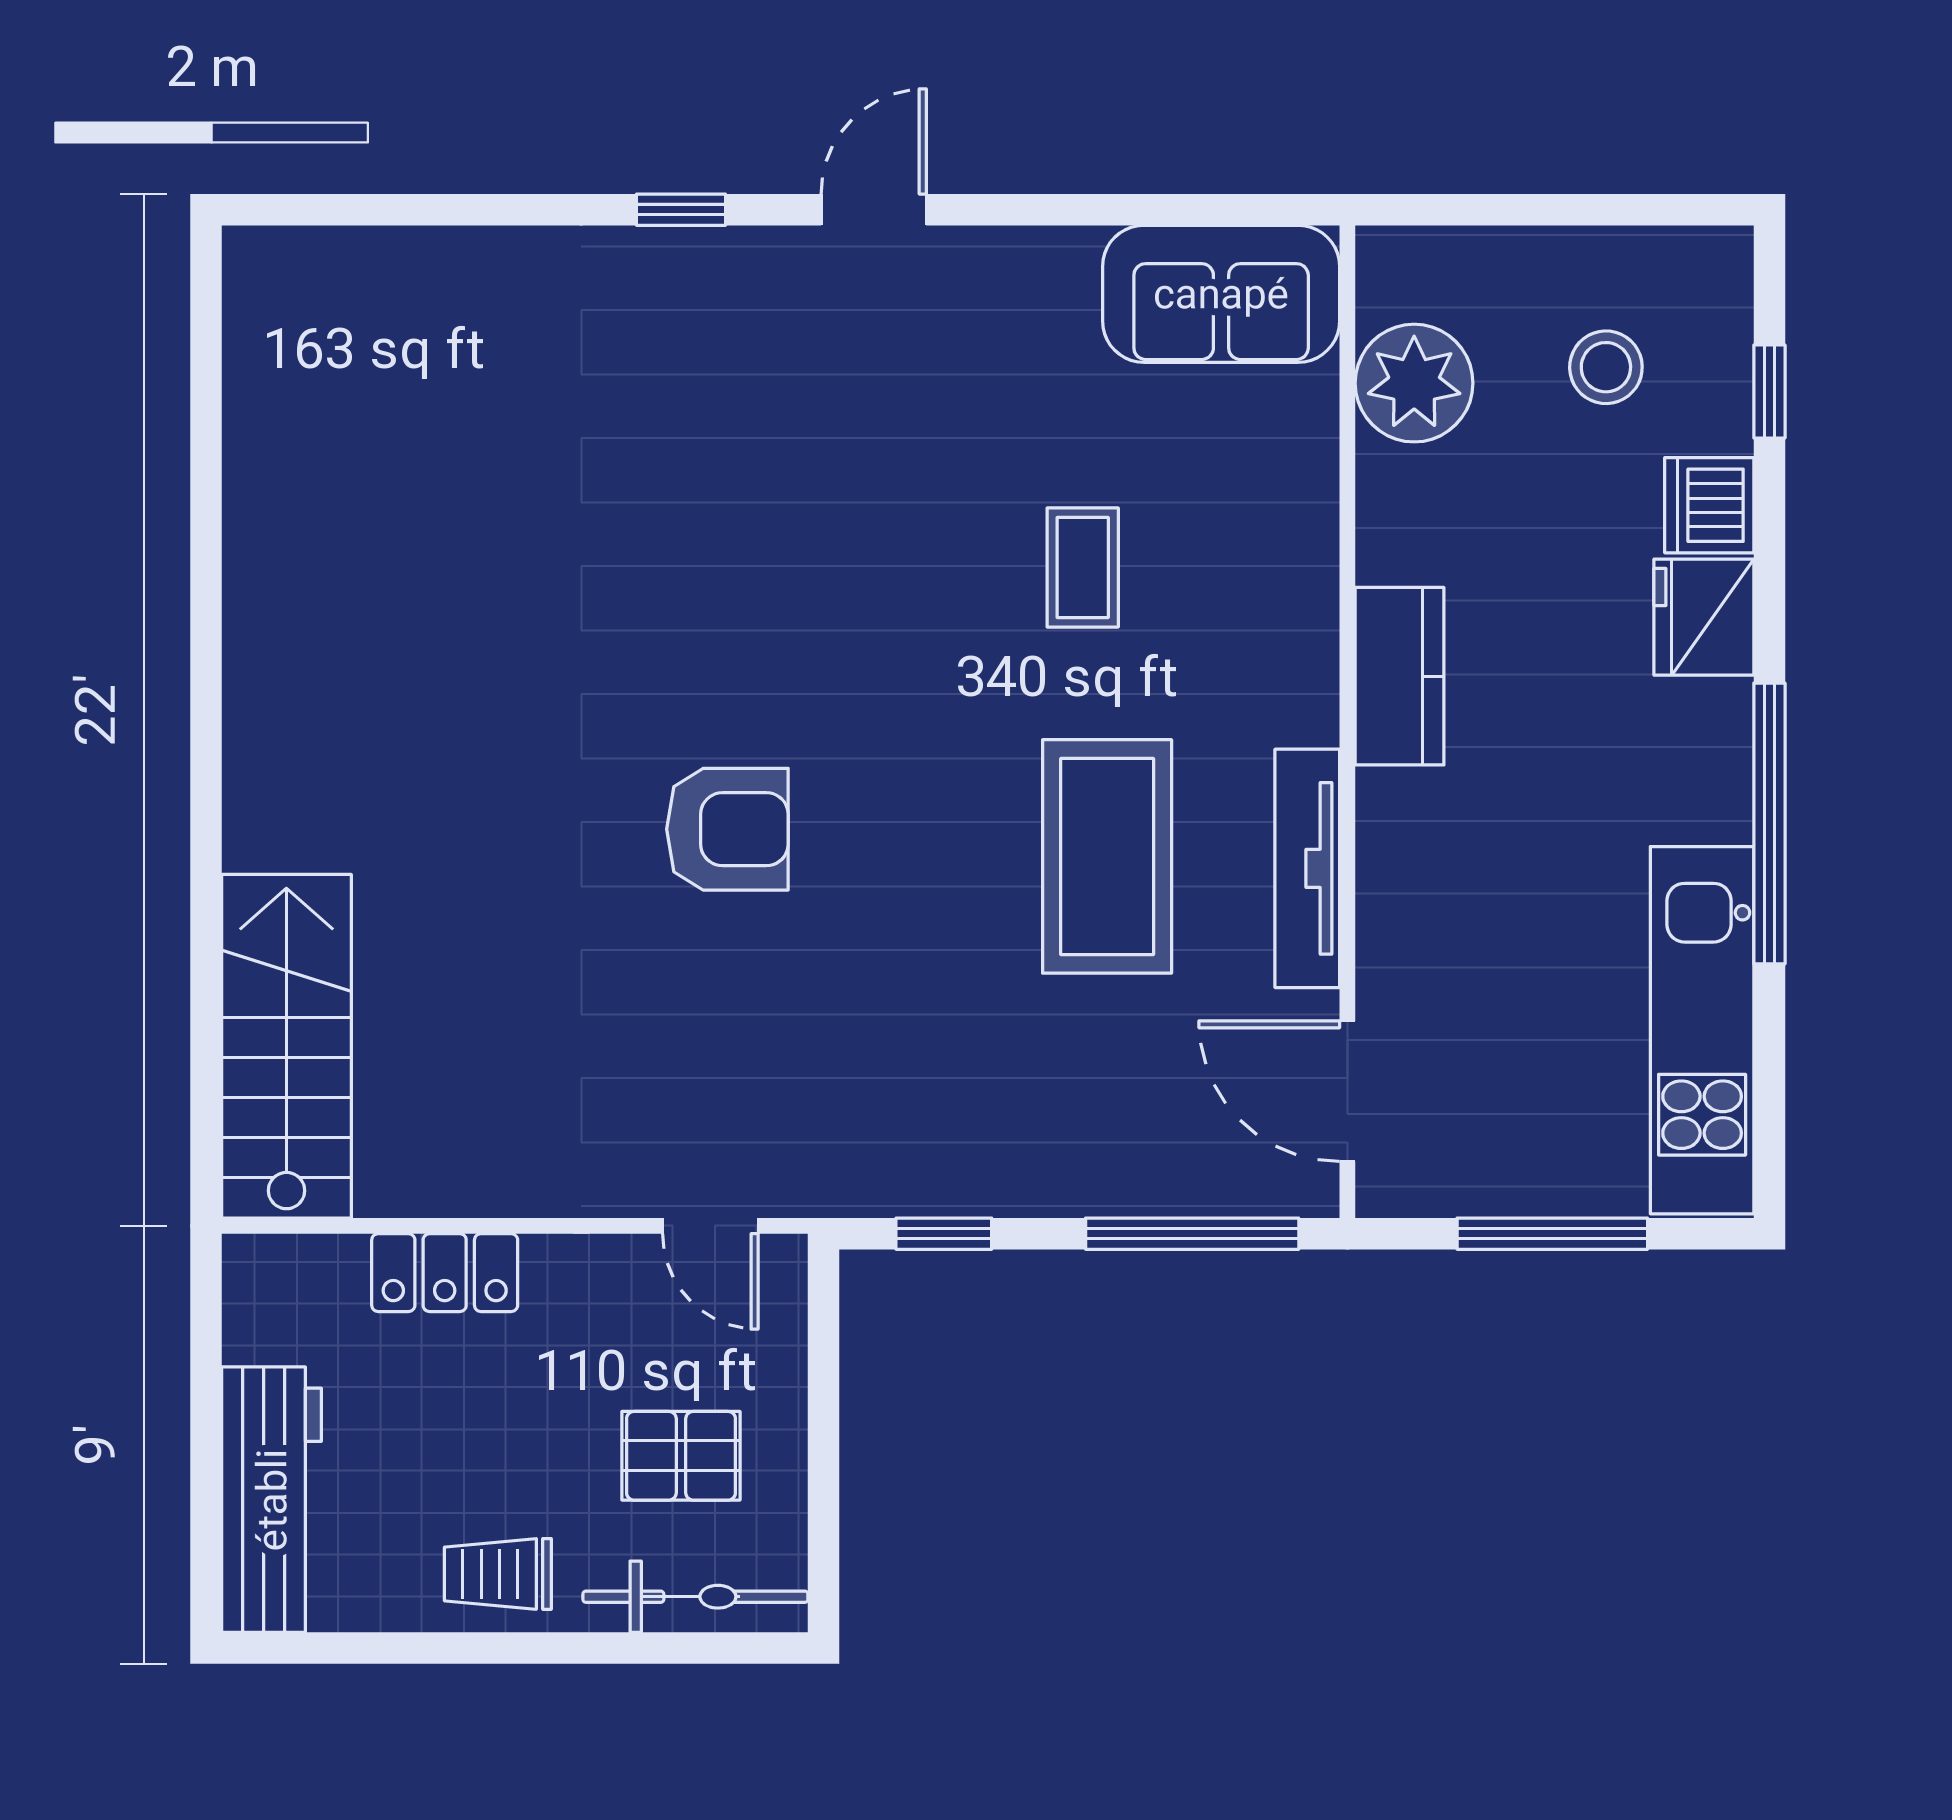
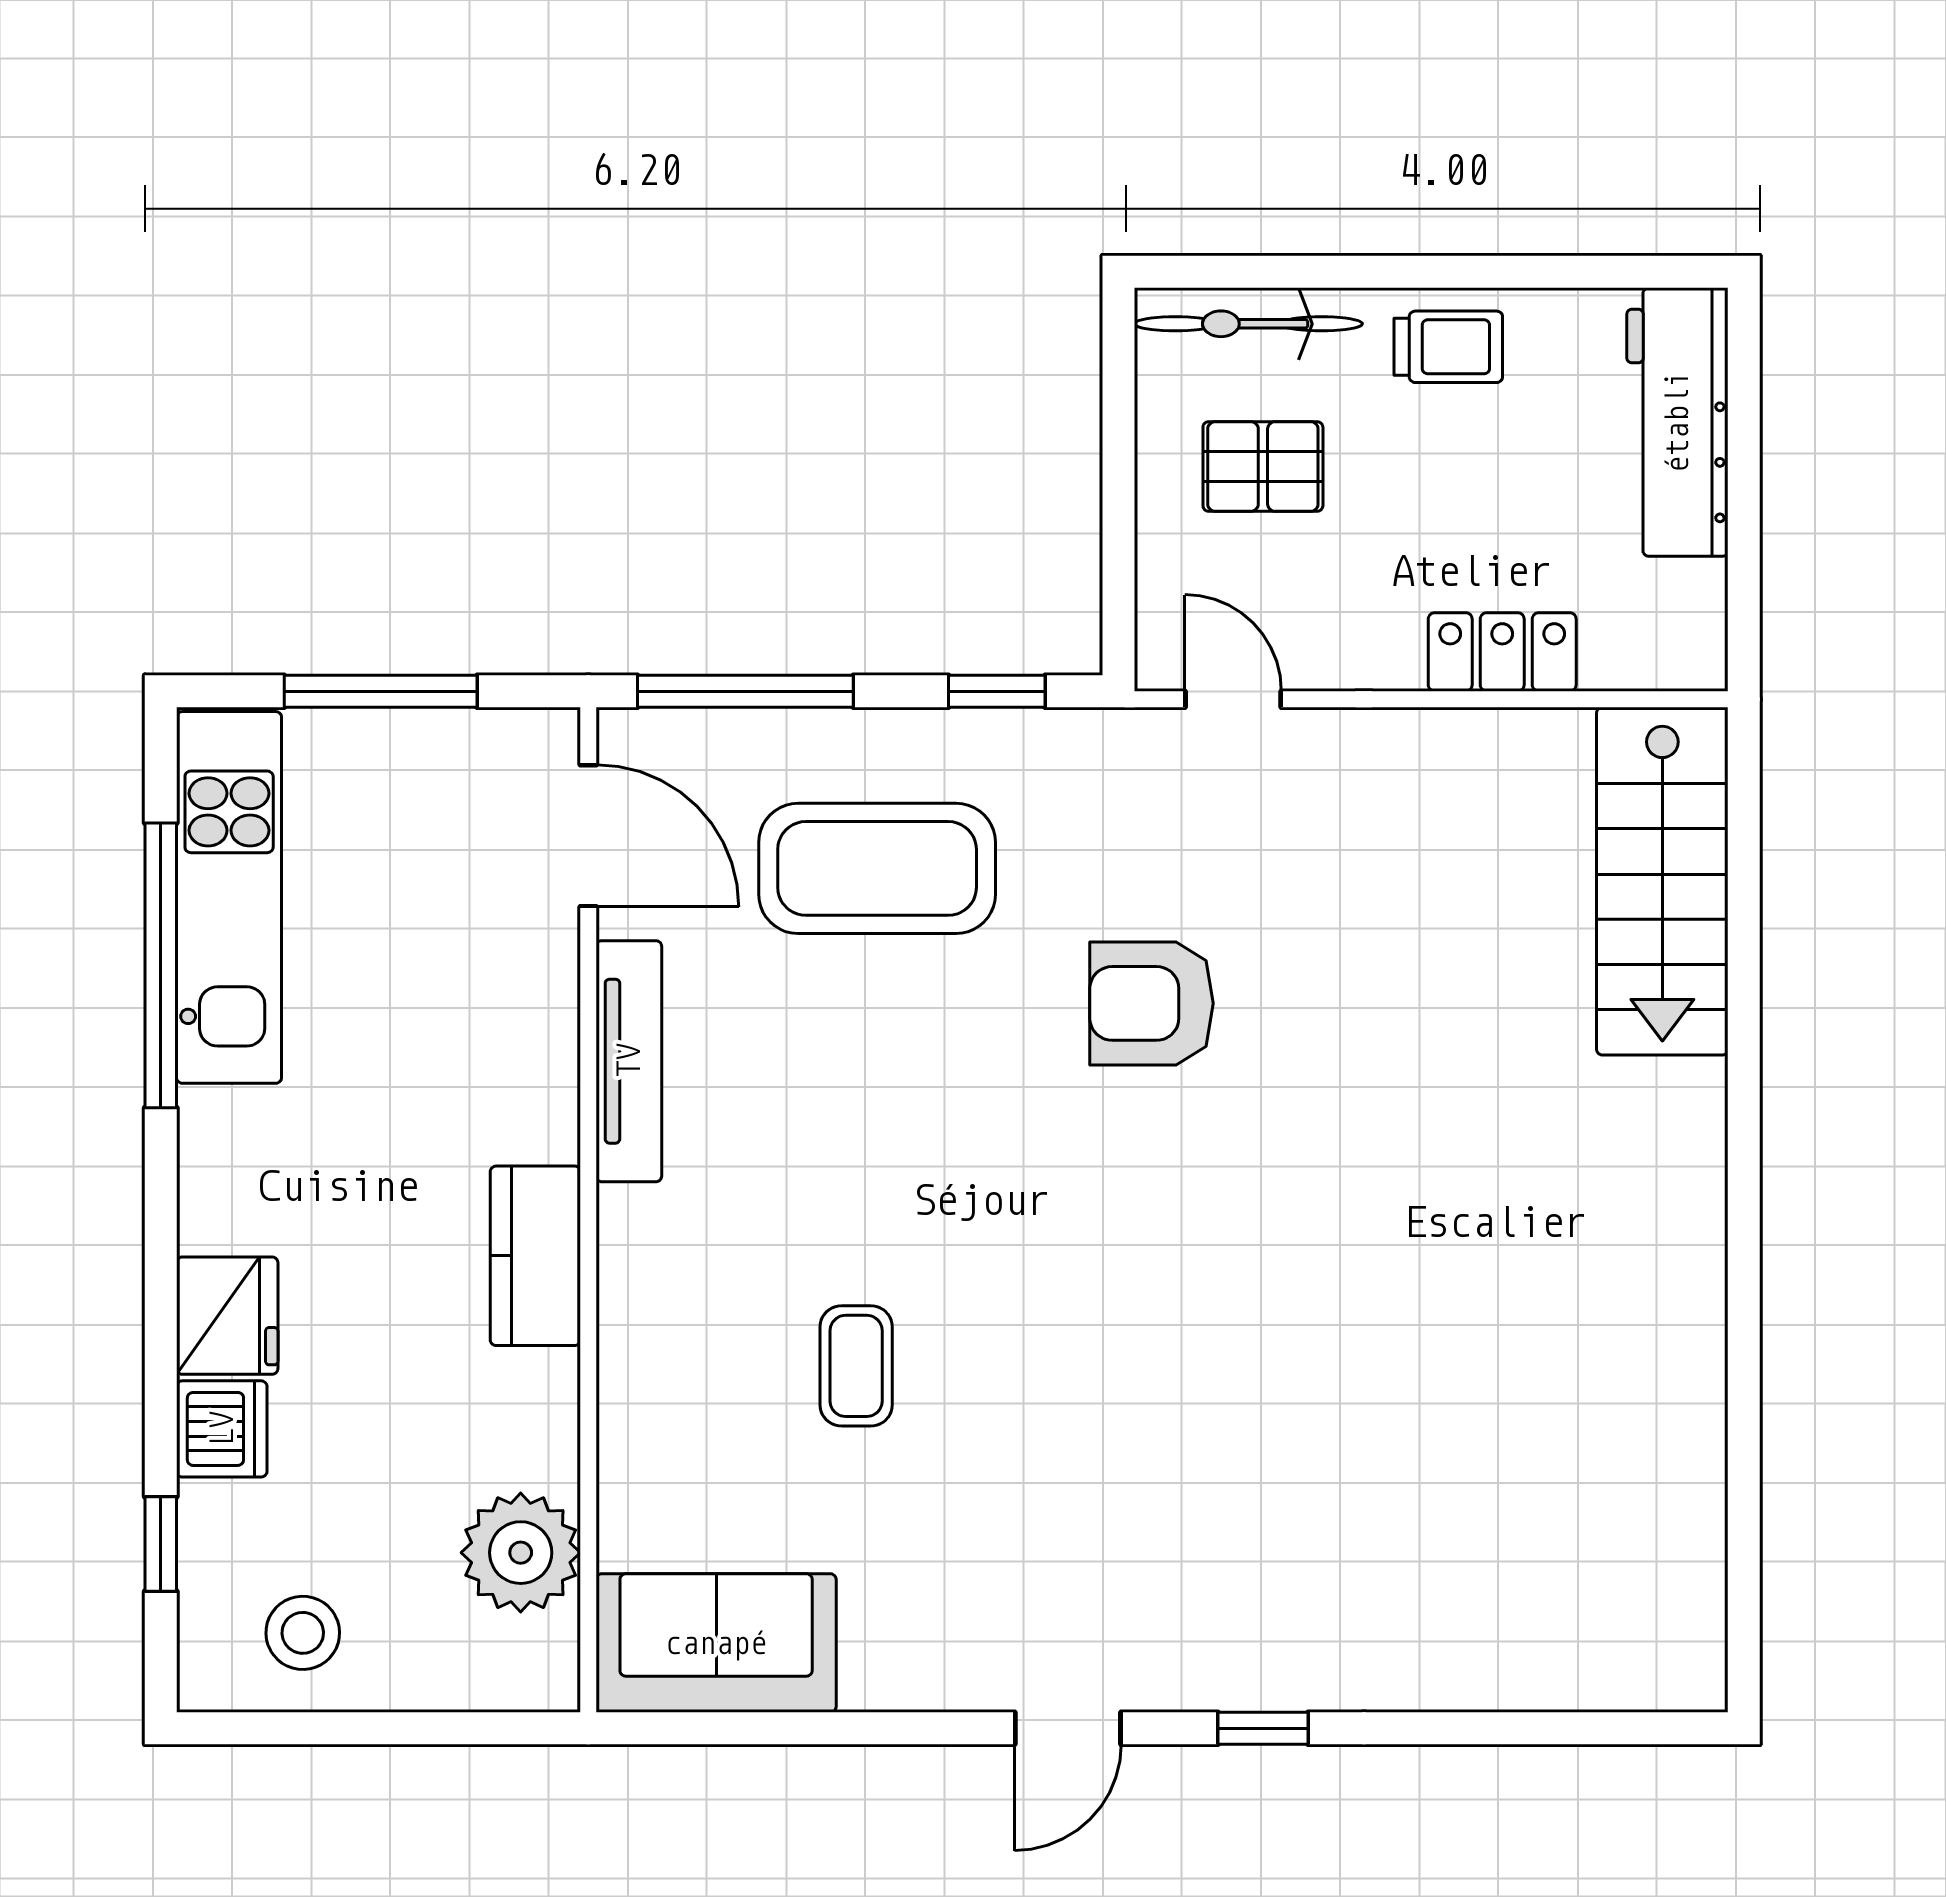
stool: (1606, 367) -> (303, 1633), moved
window: (1769, 823) -> (161, 965), moved
armchair: (727, 829) -> (1152, 1003), moved
coffee table: (1107, 856) -> (877, 868), moved, turned 90

